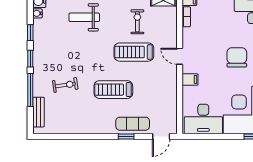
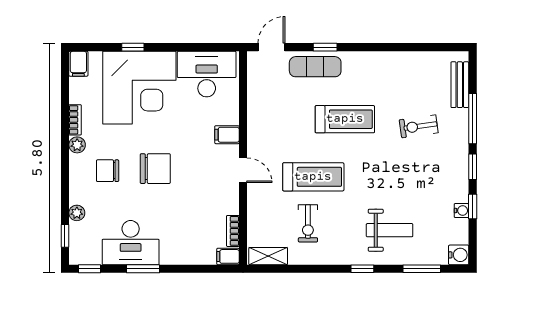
water cooler: (37, 13) -> (461, 211), moved
chair: (237, 57) -> (155, 169), turned -90

